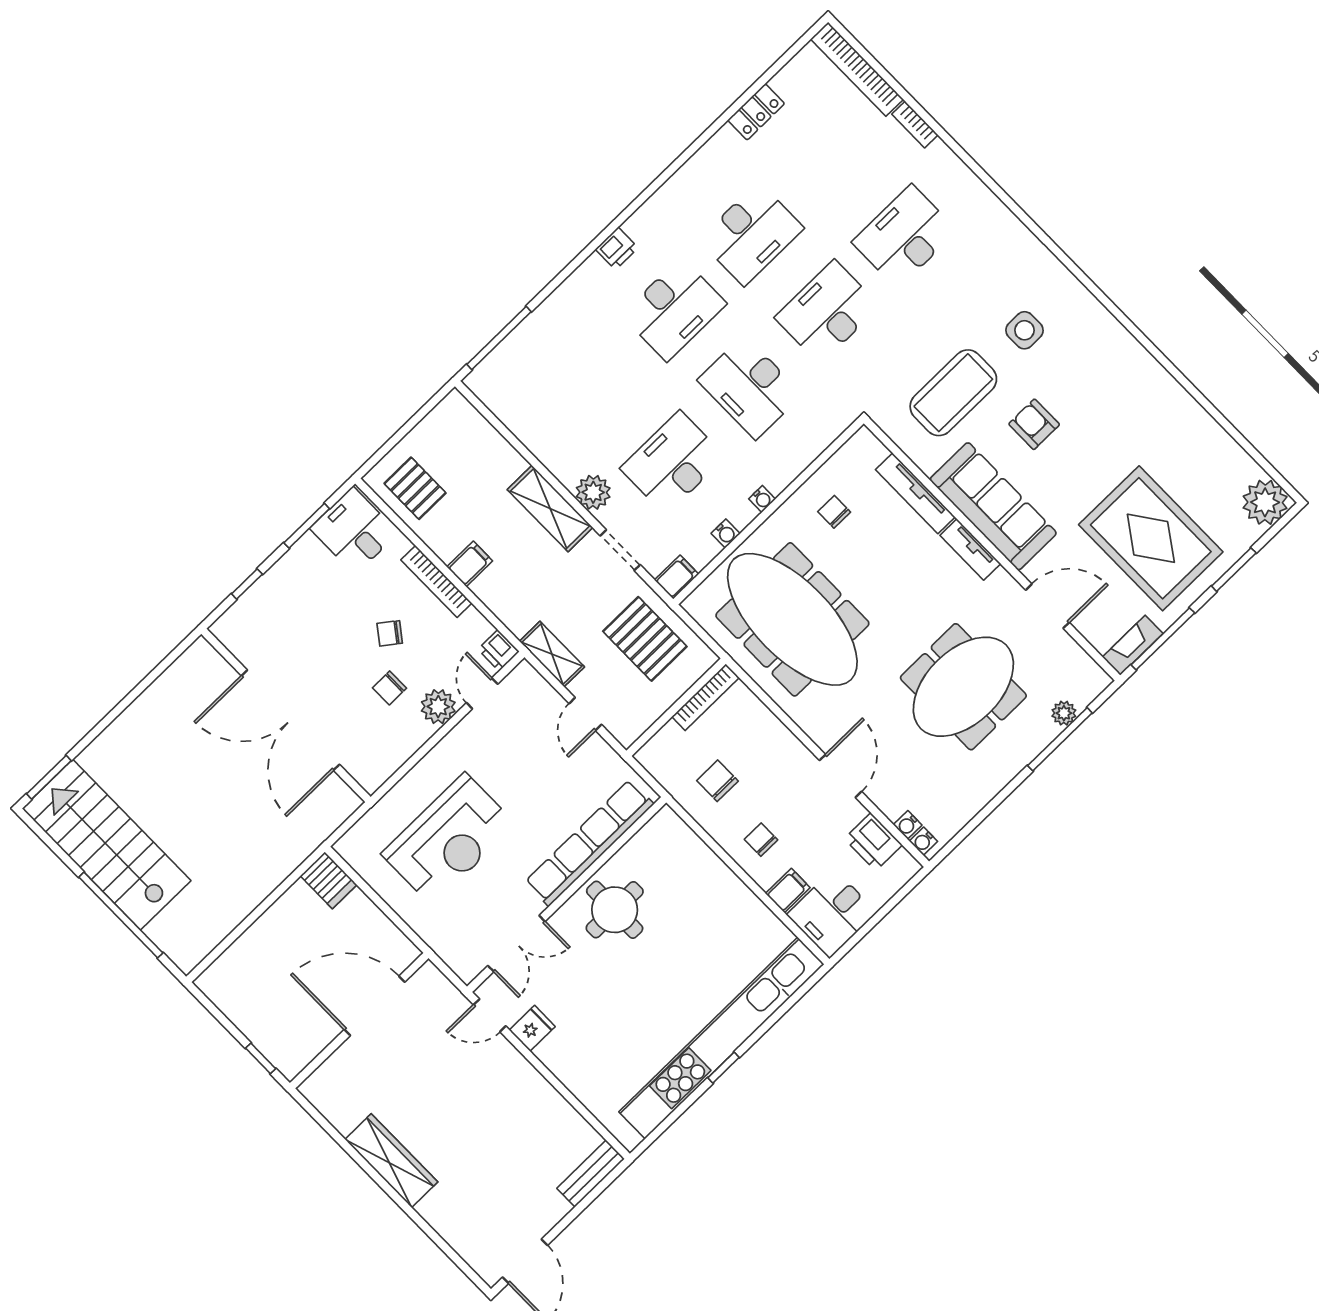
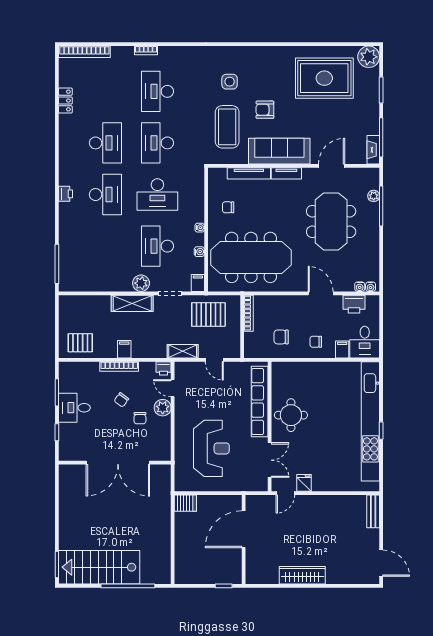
bookcase: (915, 125) -> (146, 50), moved
desk: (354, 531) -> (74, 408), moved
rug: (1151, 538) -> (324, 78), moved

